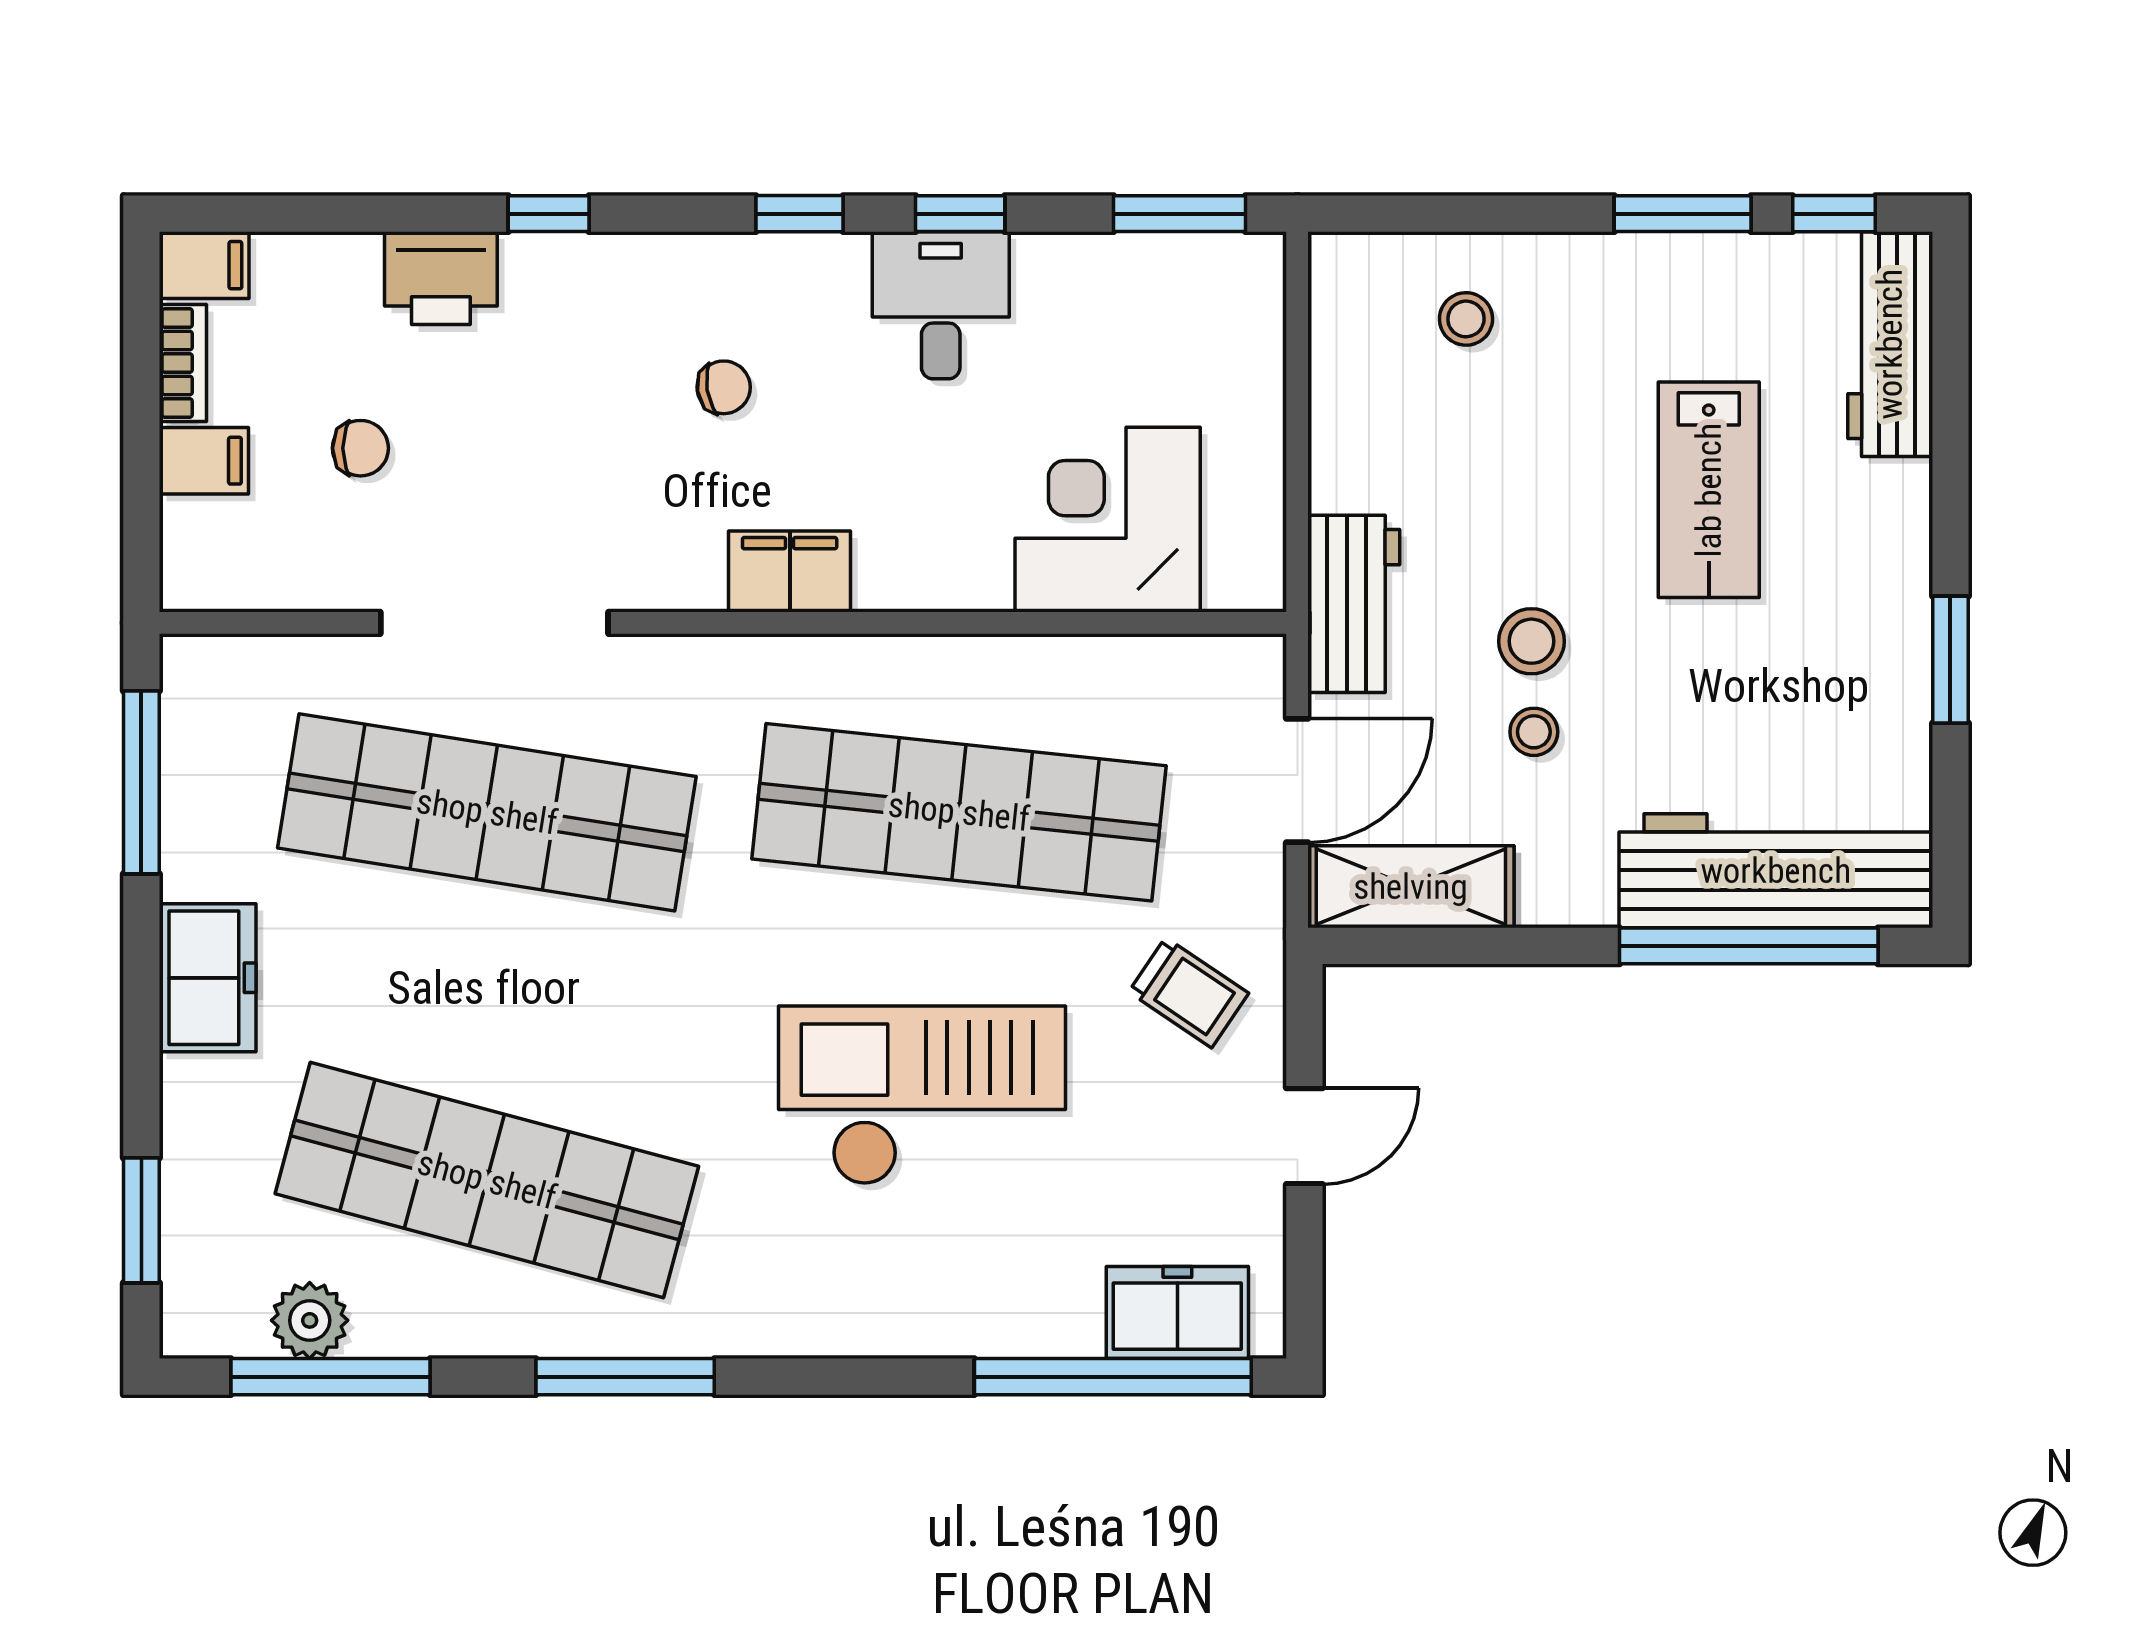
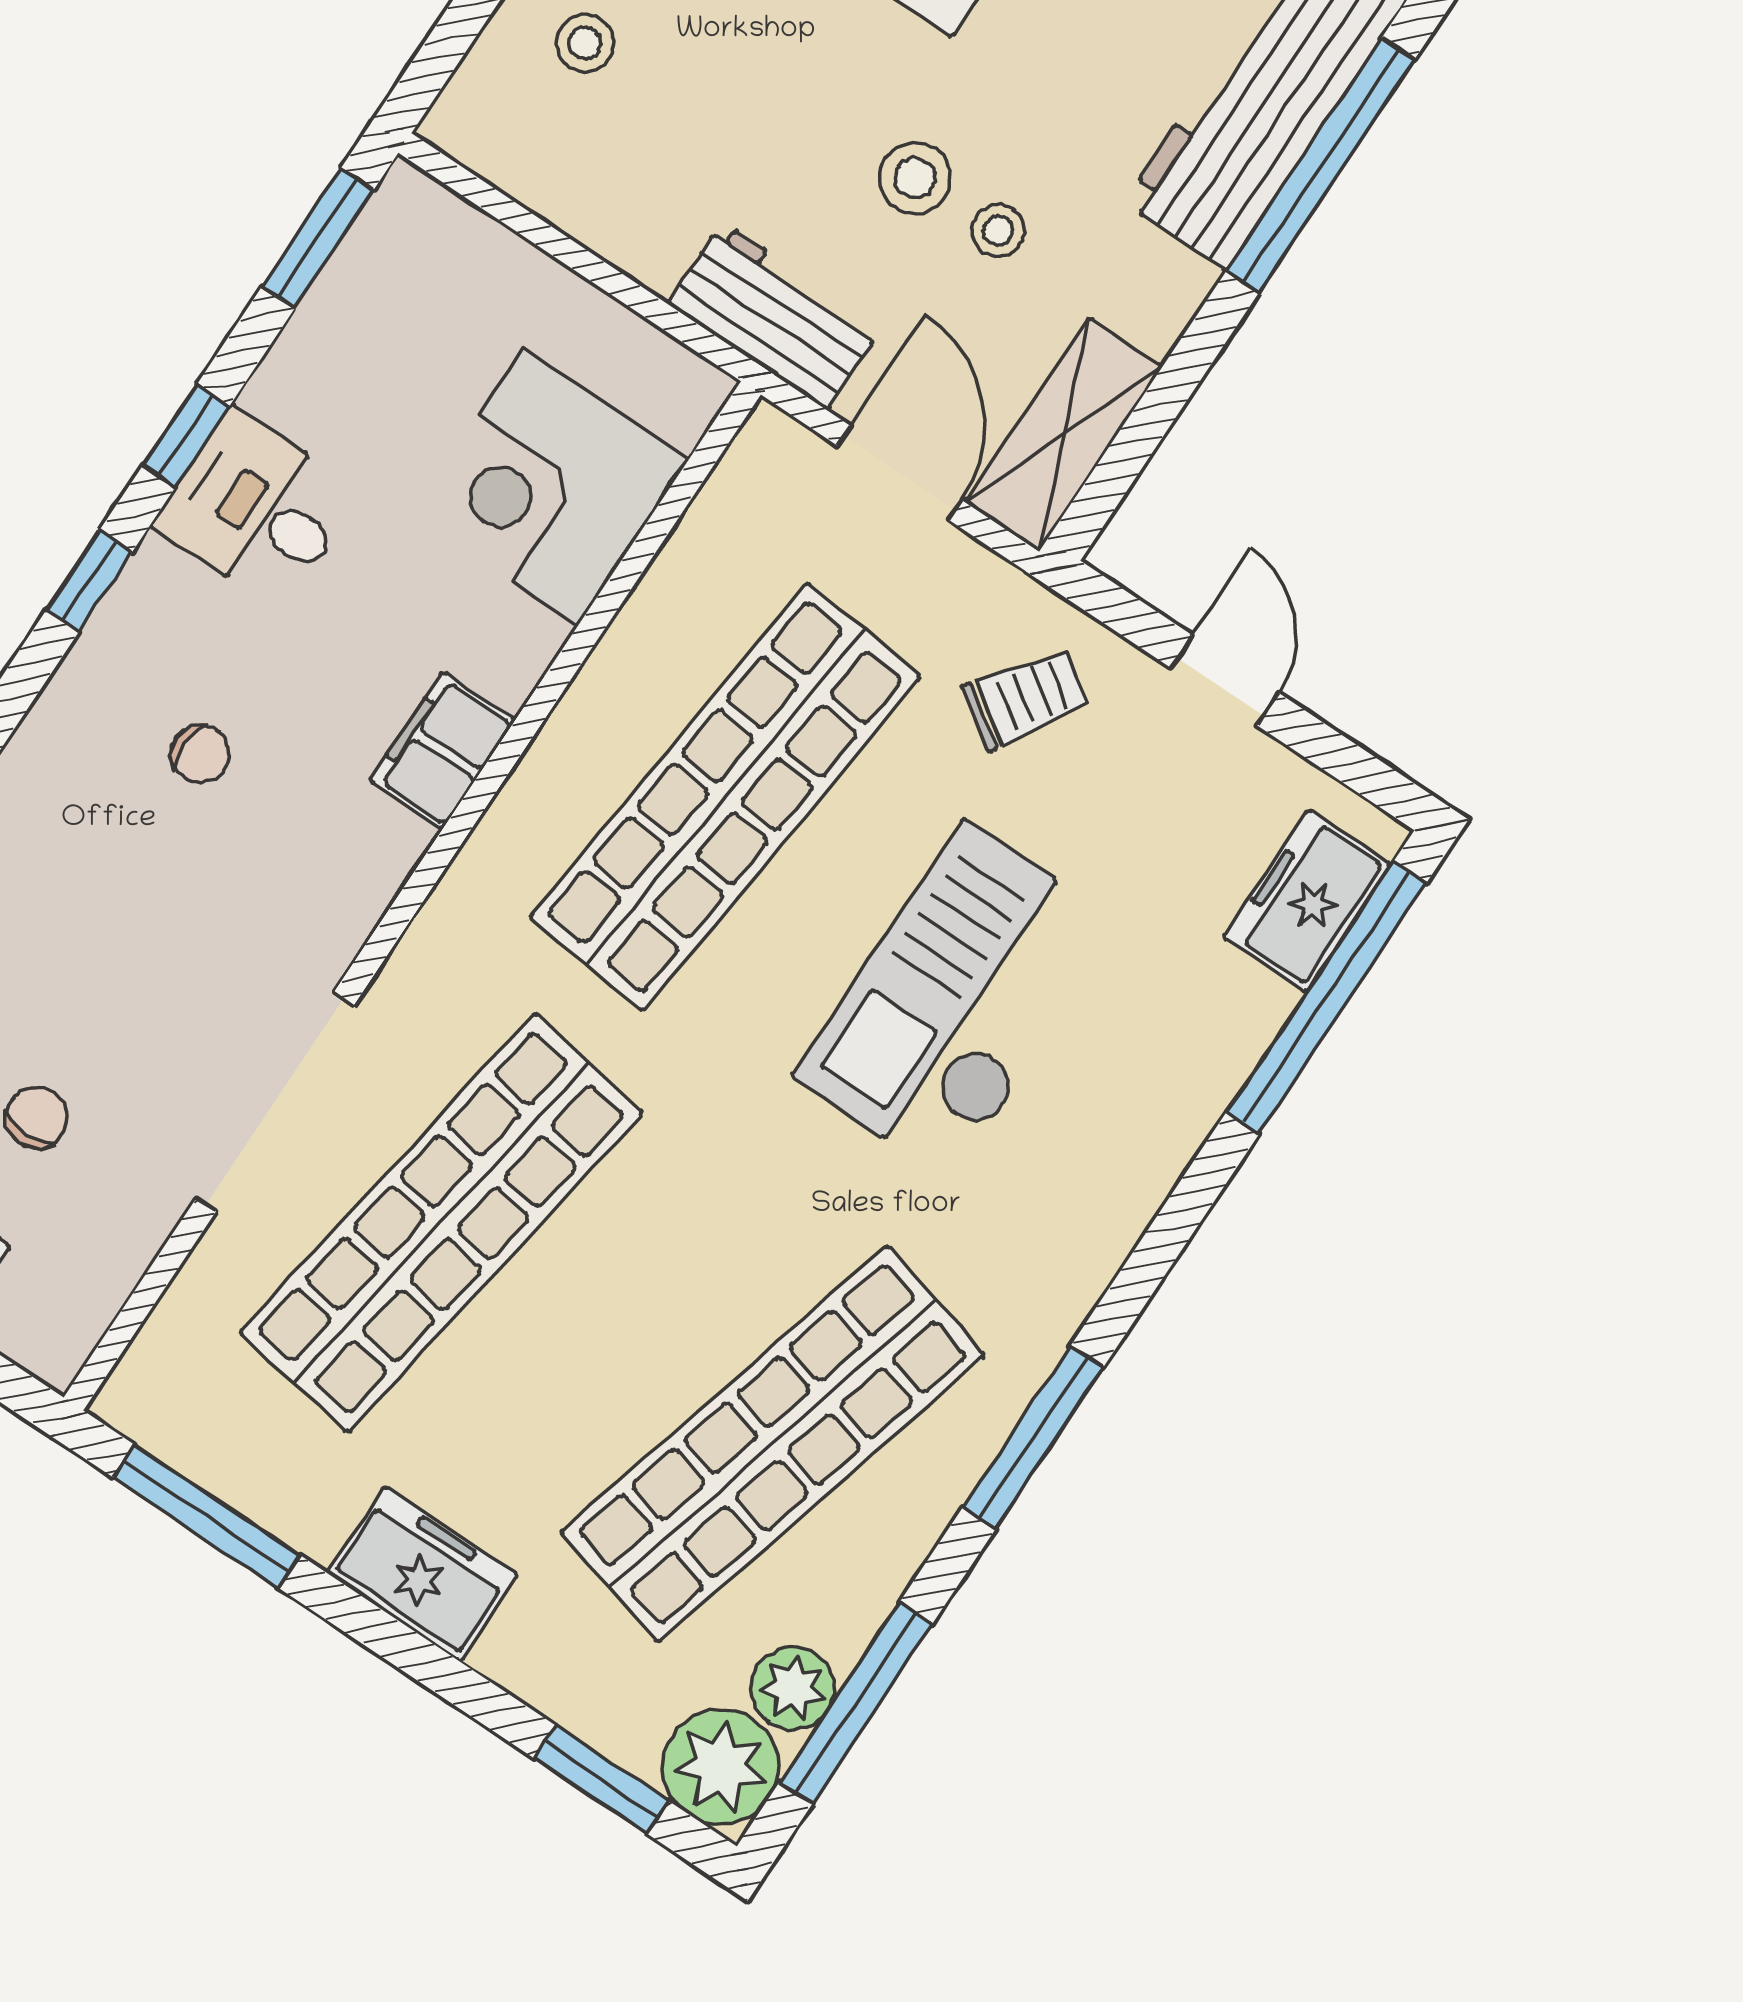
chair: (724, 387) -> (200, 754), turned 99
filing cabinet: (790, 572) -> (442, 751), moved
plant: (213, 1305) -> (721, 1767), added

